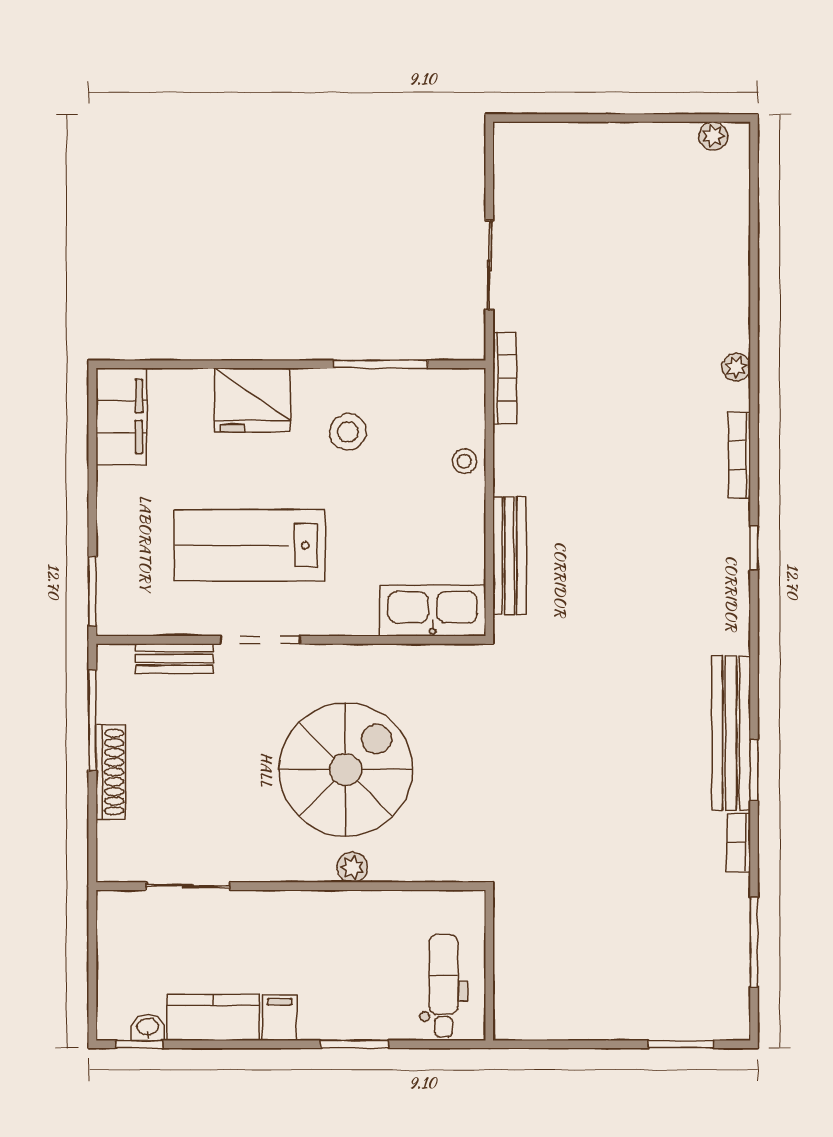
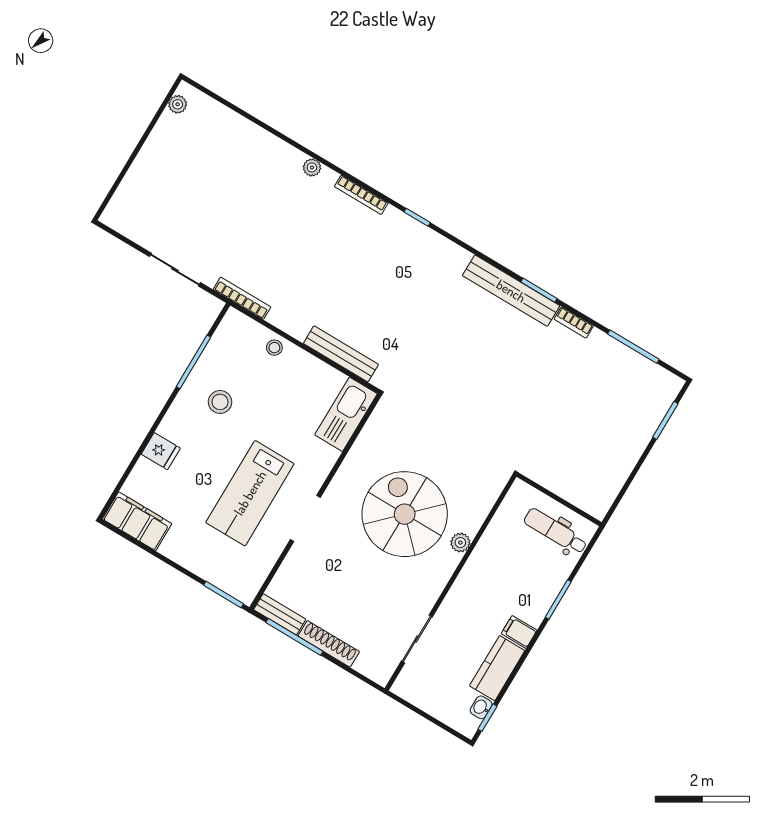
fridge: (252, 400) -> (161, 451), width x0.53, depth x0.75
bench: (174, 658) -> (280, 614), moved, turned 90

